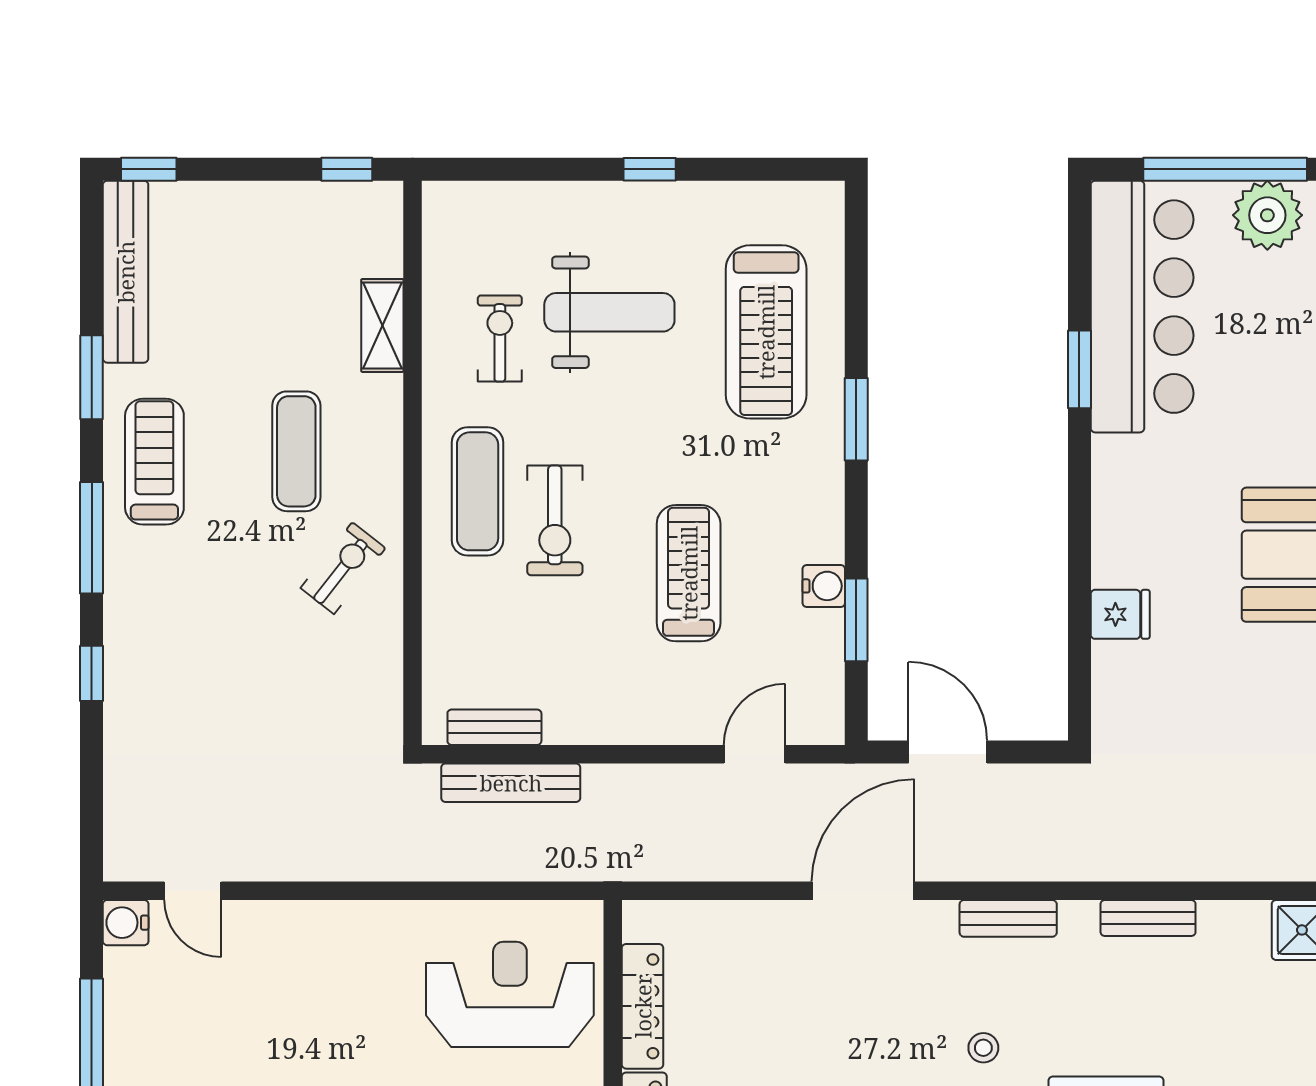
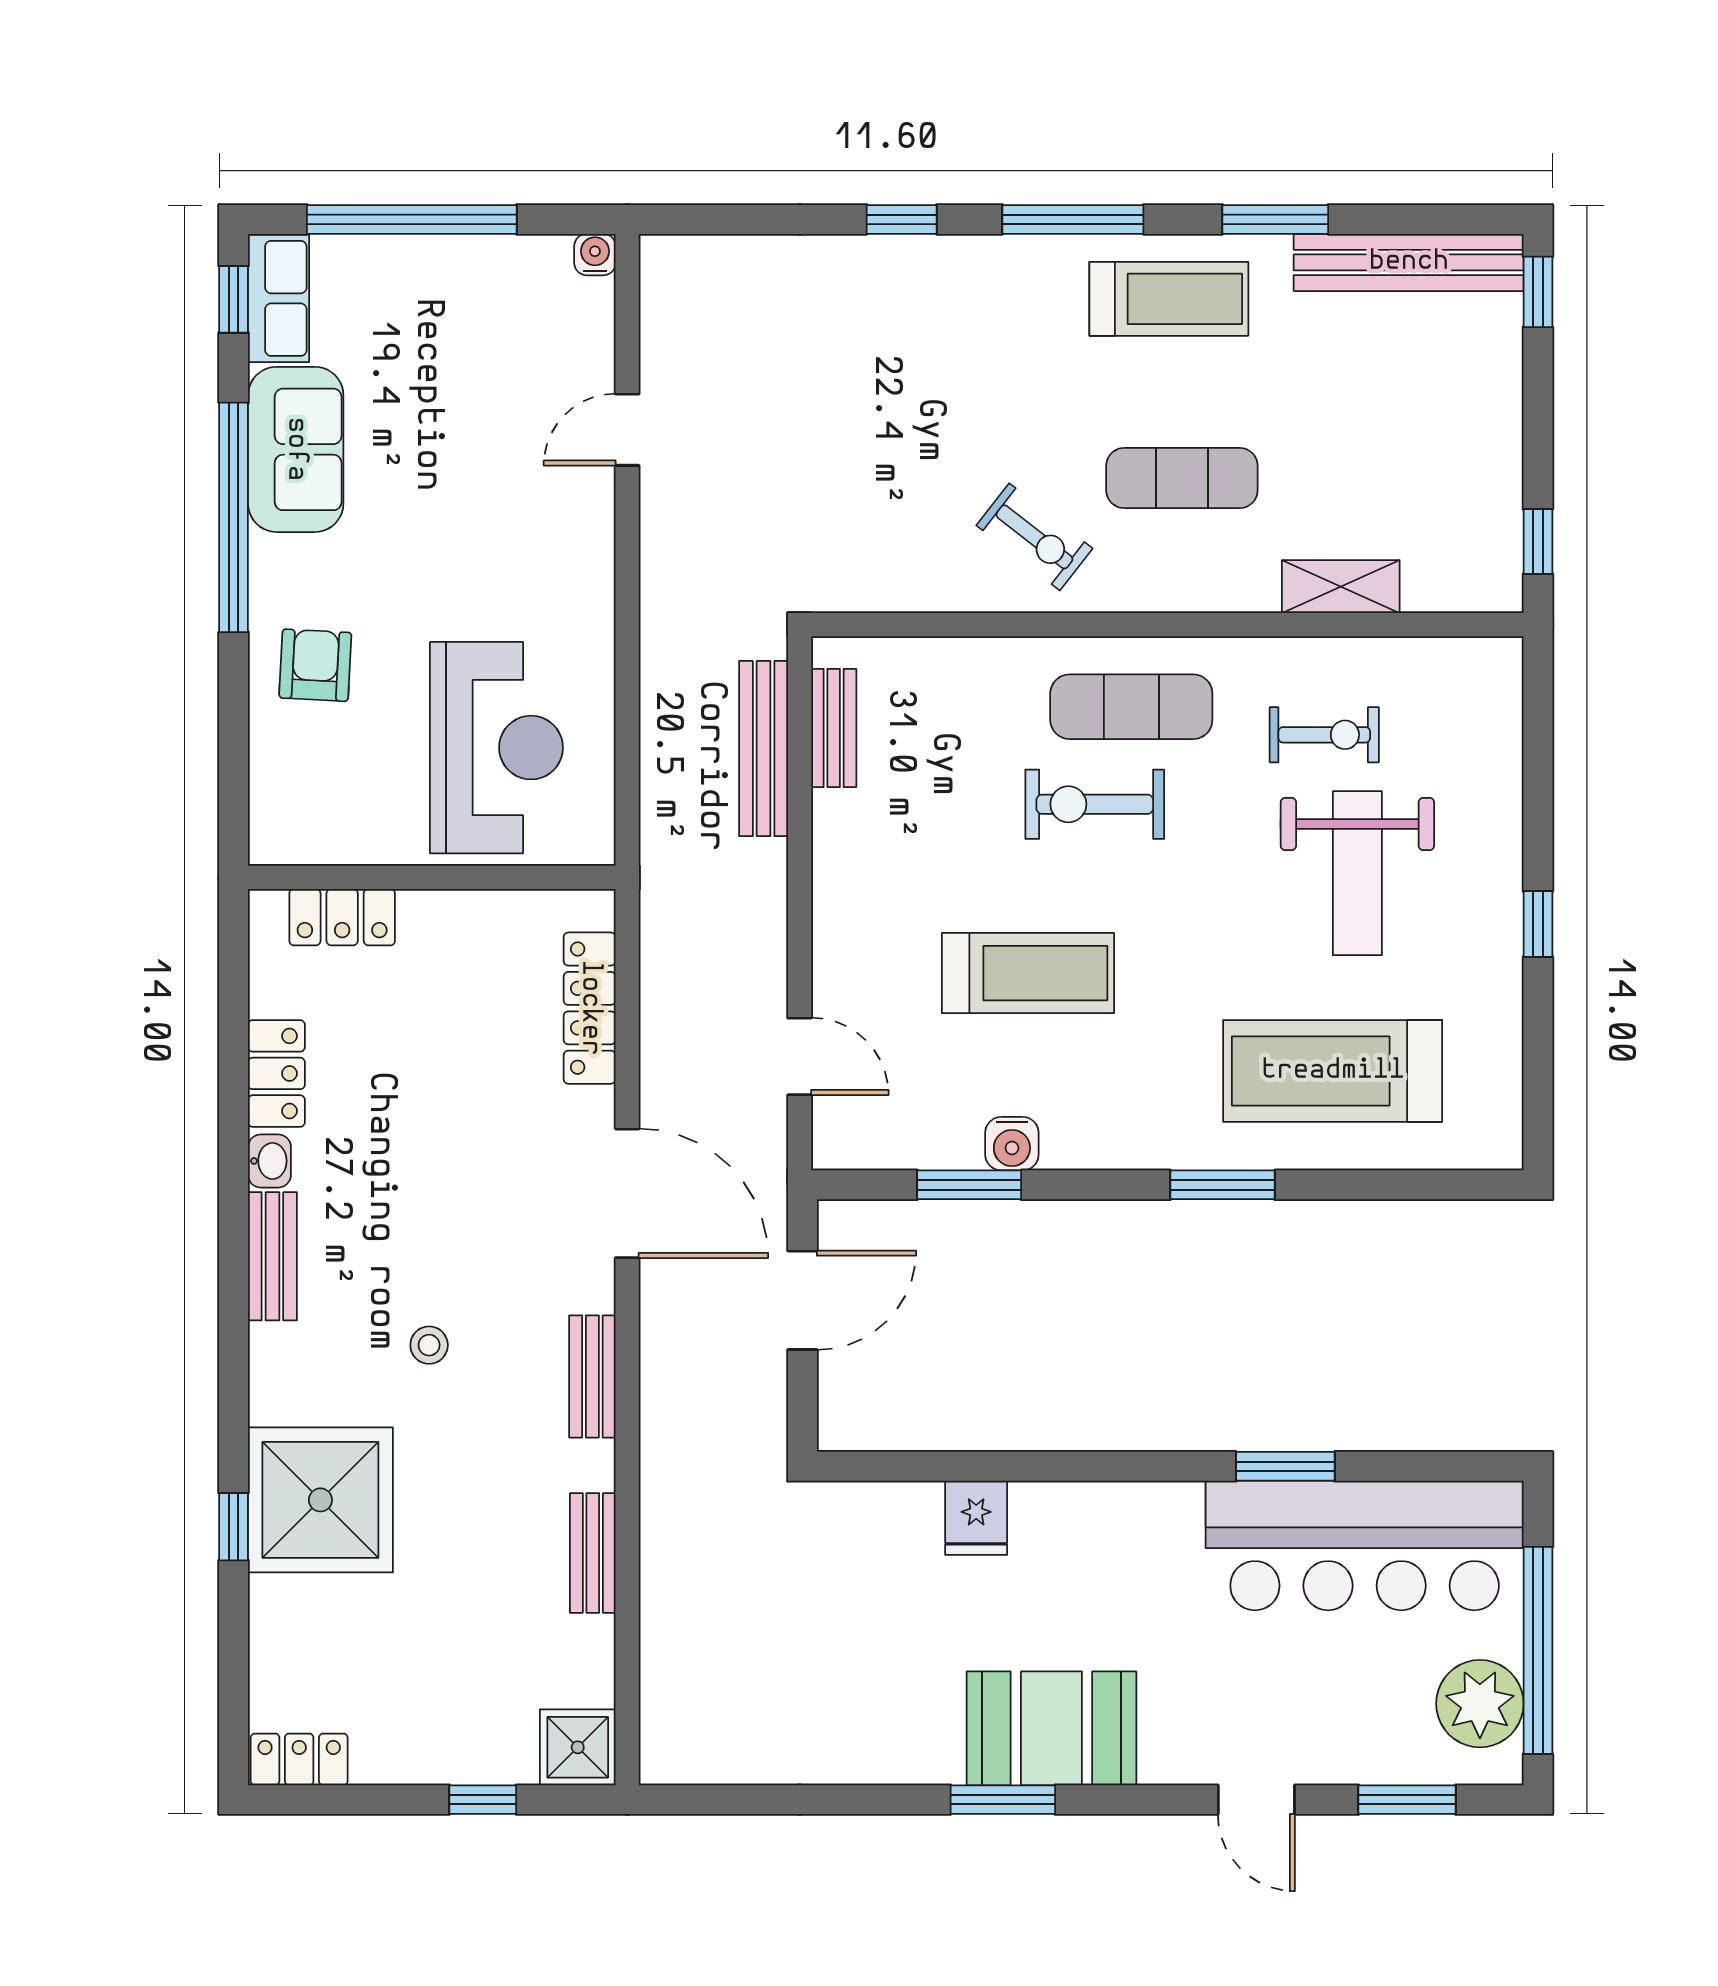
door: (193, 891) -> (627, 430), moved
water cooler: (126, 923) -> (595, 255), width x0.72, depth x0.72
locker: (643, 1006) -> (590, 1008), moved, turned 90

